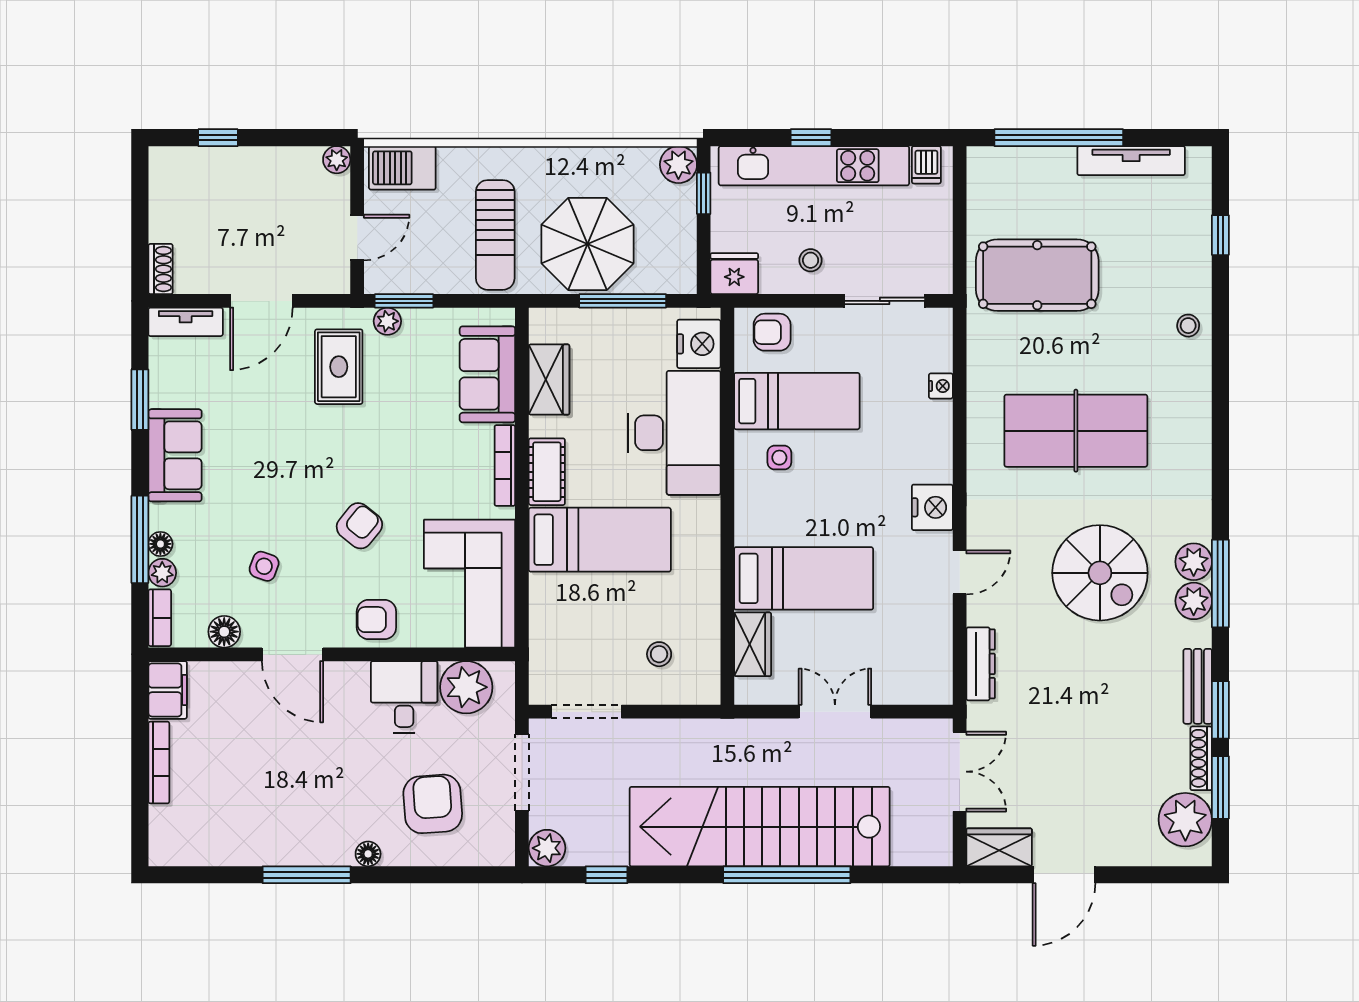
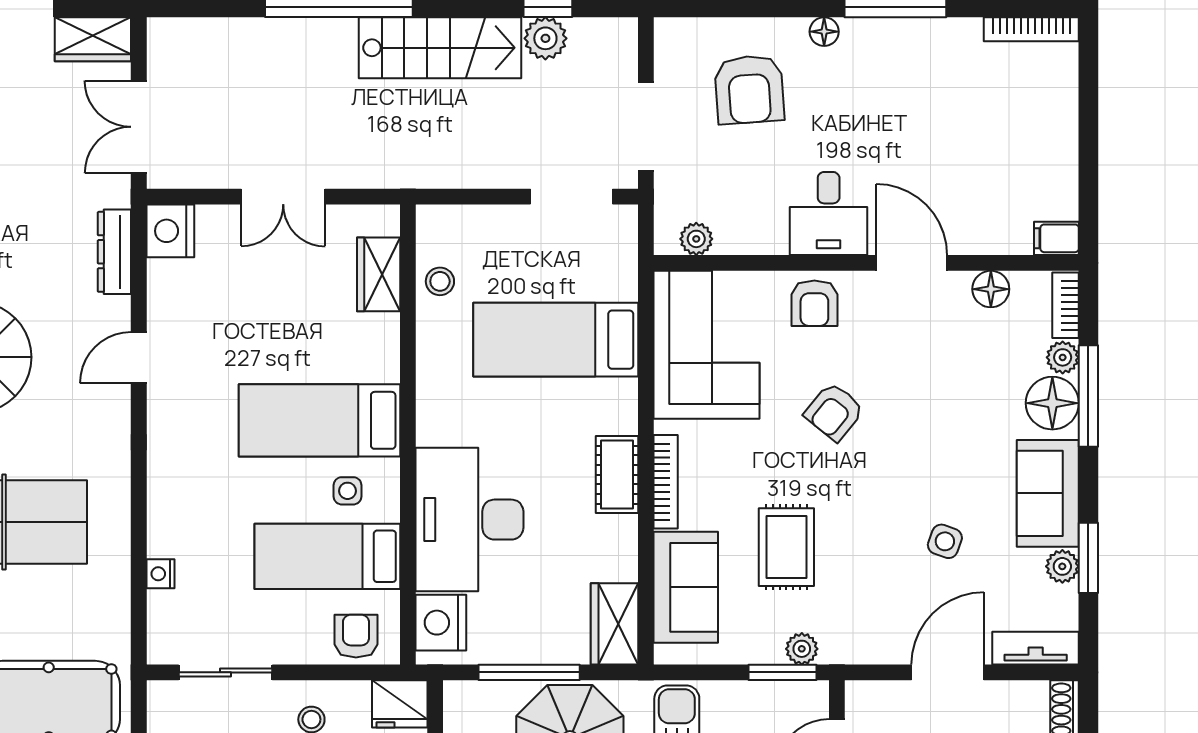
armchair: (772, 332) -> (356, 636), turned -90
rug: (339, 367) -> (786, 547), moved
wardrobe: (549, 380) -> (614, 624), moved
plant: (163, 392) -> (1062, 566), added
nightstand: (932, 507) -> (170, 231), moved
bed: (600, 540) -> (556, 340), moved
floor lamp: (160, 544) -> (1052, 403), width x1.89, depth x1.89
side table: (264, 566) -> (945, 541), moved
bed: (804, 578) -> (319, 420), moved
armchair: (376, 620) -> (814, 303), turned 90
stool: (659, 654) -> (440, 281), moved
plant: (466, 687) -> (696, 239), width x0.53, depth x0.53
filing cabinet: (168, 690) -> (1056, 238), width x0.50
desk: (404, 697) -> (829, 213), moved
bookcase: (159, 762) -> (1031, 29), moved, turned -90
stairs: (760, 827) -> (440, 48), width x0.54, depth x0.66
plant: (547, 848) -> (545, 38), moved

